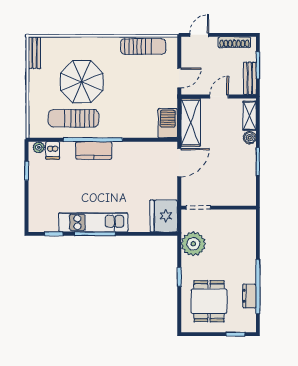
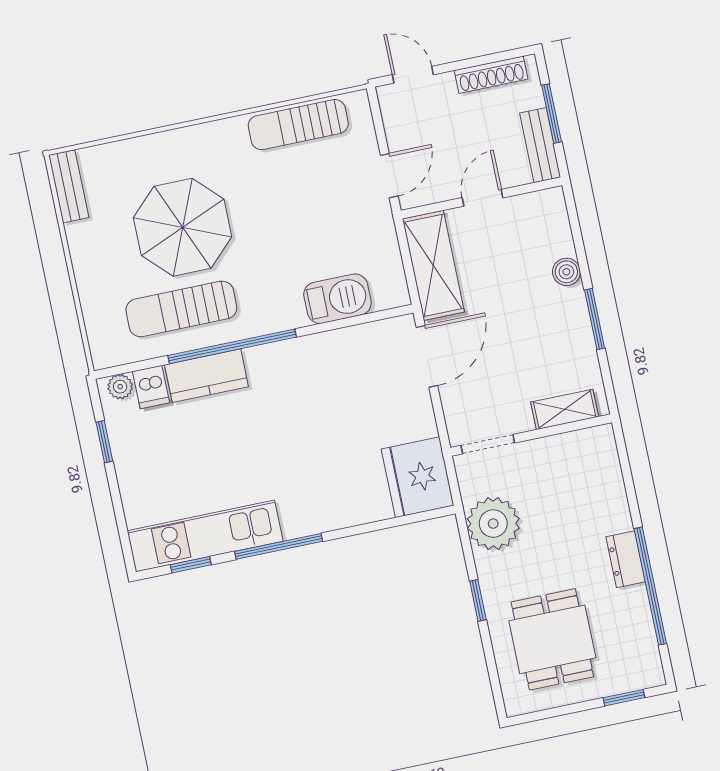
door: (199, 35) -> (413, 75), hinge flipped
sun lounger: (143, 47) -> (298, 125), turned 180
shelving: (250, 116) -> (565, 409), moved, turned 90
barbecue: (168, 123) -> (337, 299), moved, turned 90
kitchen counter: (94, 151) -> (206, 376), moved
kitchen unit: (93, 222) -> (205, 536), moved
dresser: (249, 296) -> (626, 559), moved

